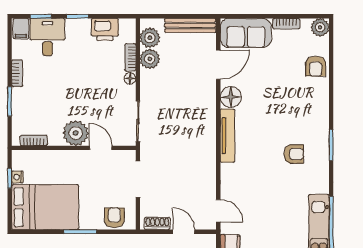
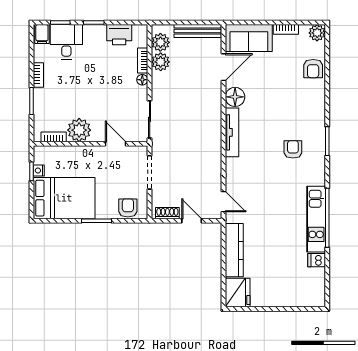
plant: (76, 133) -> (79, 130), moved
armchair: (294, 154) -> (293, 149), turned -90

